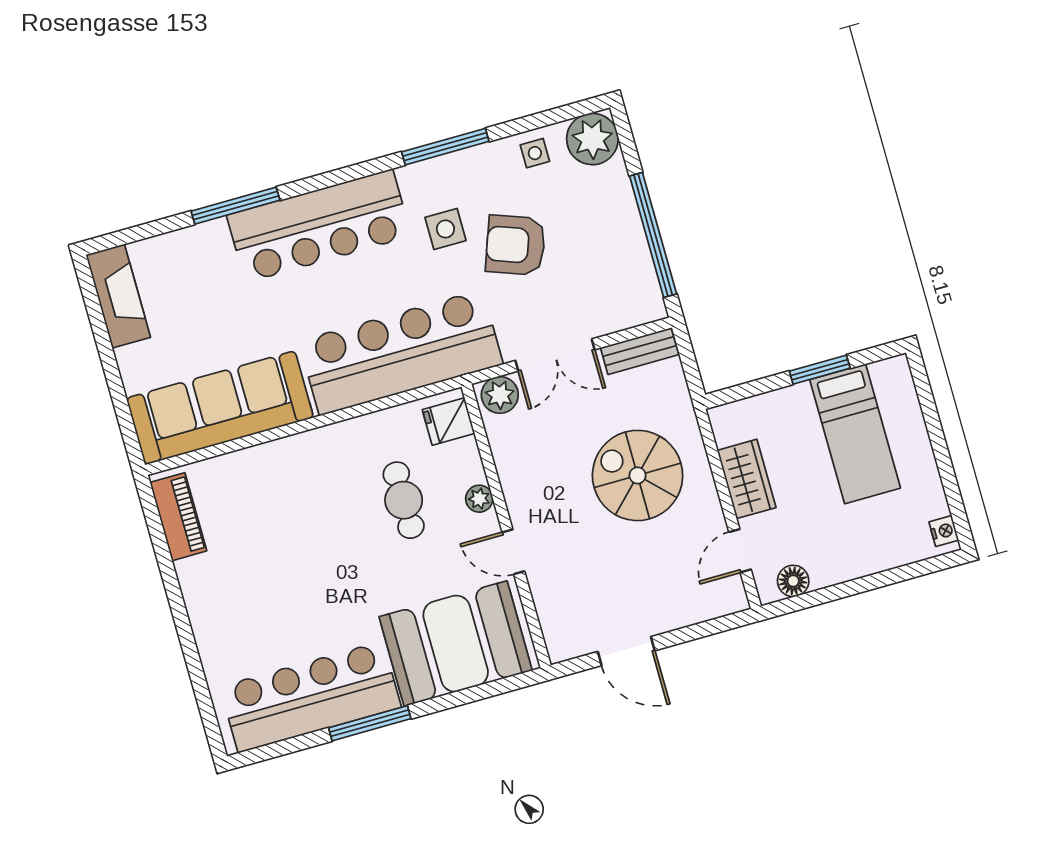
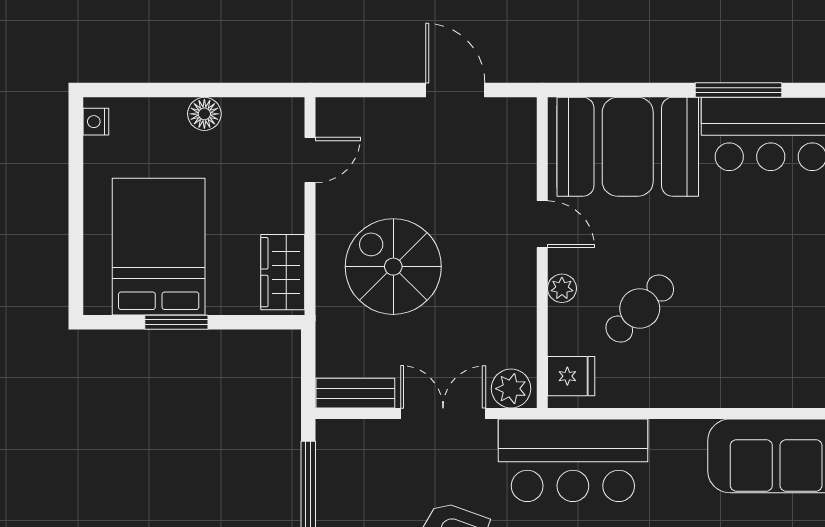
bar counter: (401, 353) -> (573, 460), width x0.73
bed: (855, 434) -> (159, 247), width x1.50
spiral stairs: (638, 475) -> (393, 267), turned 180
wardrobe: (747, 479) -> (283, 272), moved
cafe table: (404, 500) -> (640, 309), turned 45
floor lamp: (793, 581) -> (204, 114), moved

